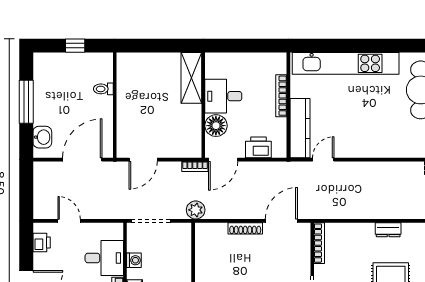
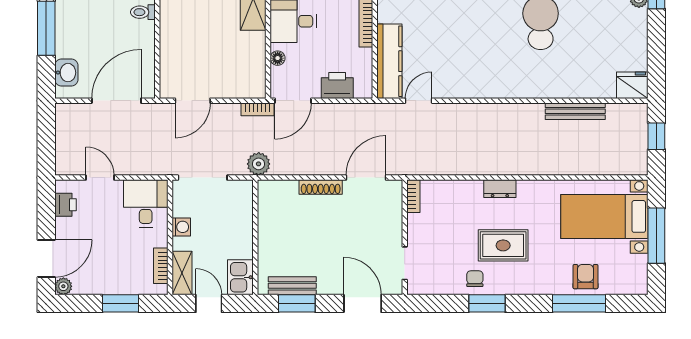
floor lamp: (216, 126) -> (278, 58), width x0.53, depth x0.53
bookcase: (319, 243) -> (413, 196), width x0.64
desk: (104, 258) -> (146, 204), moved, turned -90

